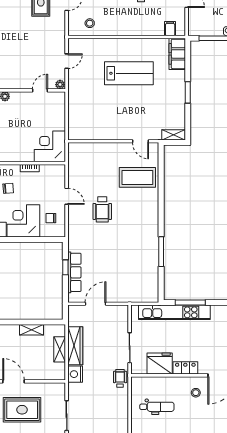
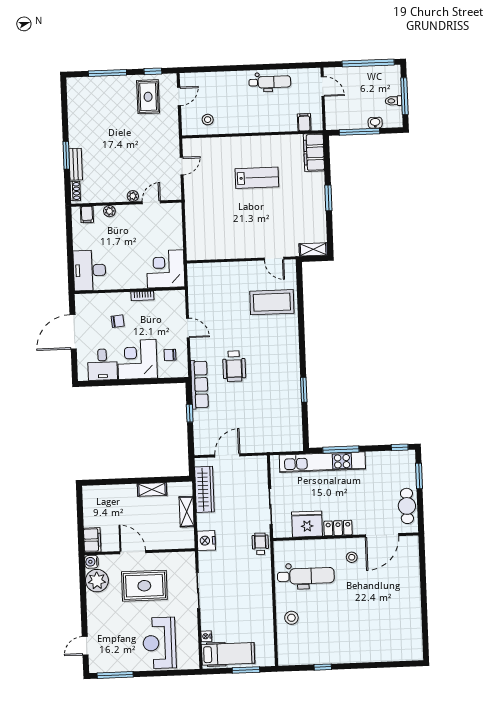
lab bench: (129, 73) -> (257, 178), width x0.73, depth x0.72
plant: (60, 85) -> (133, 196), moved
wheelchair: (102, 209) -> (234, 366), moved
window: (161, 252) -> (304, 390), width x0.69
row of seats: (74, 272) -> (199, 385), moved
wardrobe: (75, 346) -> (204, 489), moved
dental chair: (157, 407) -> (306, 576), width x1.36, depth x1.38

